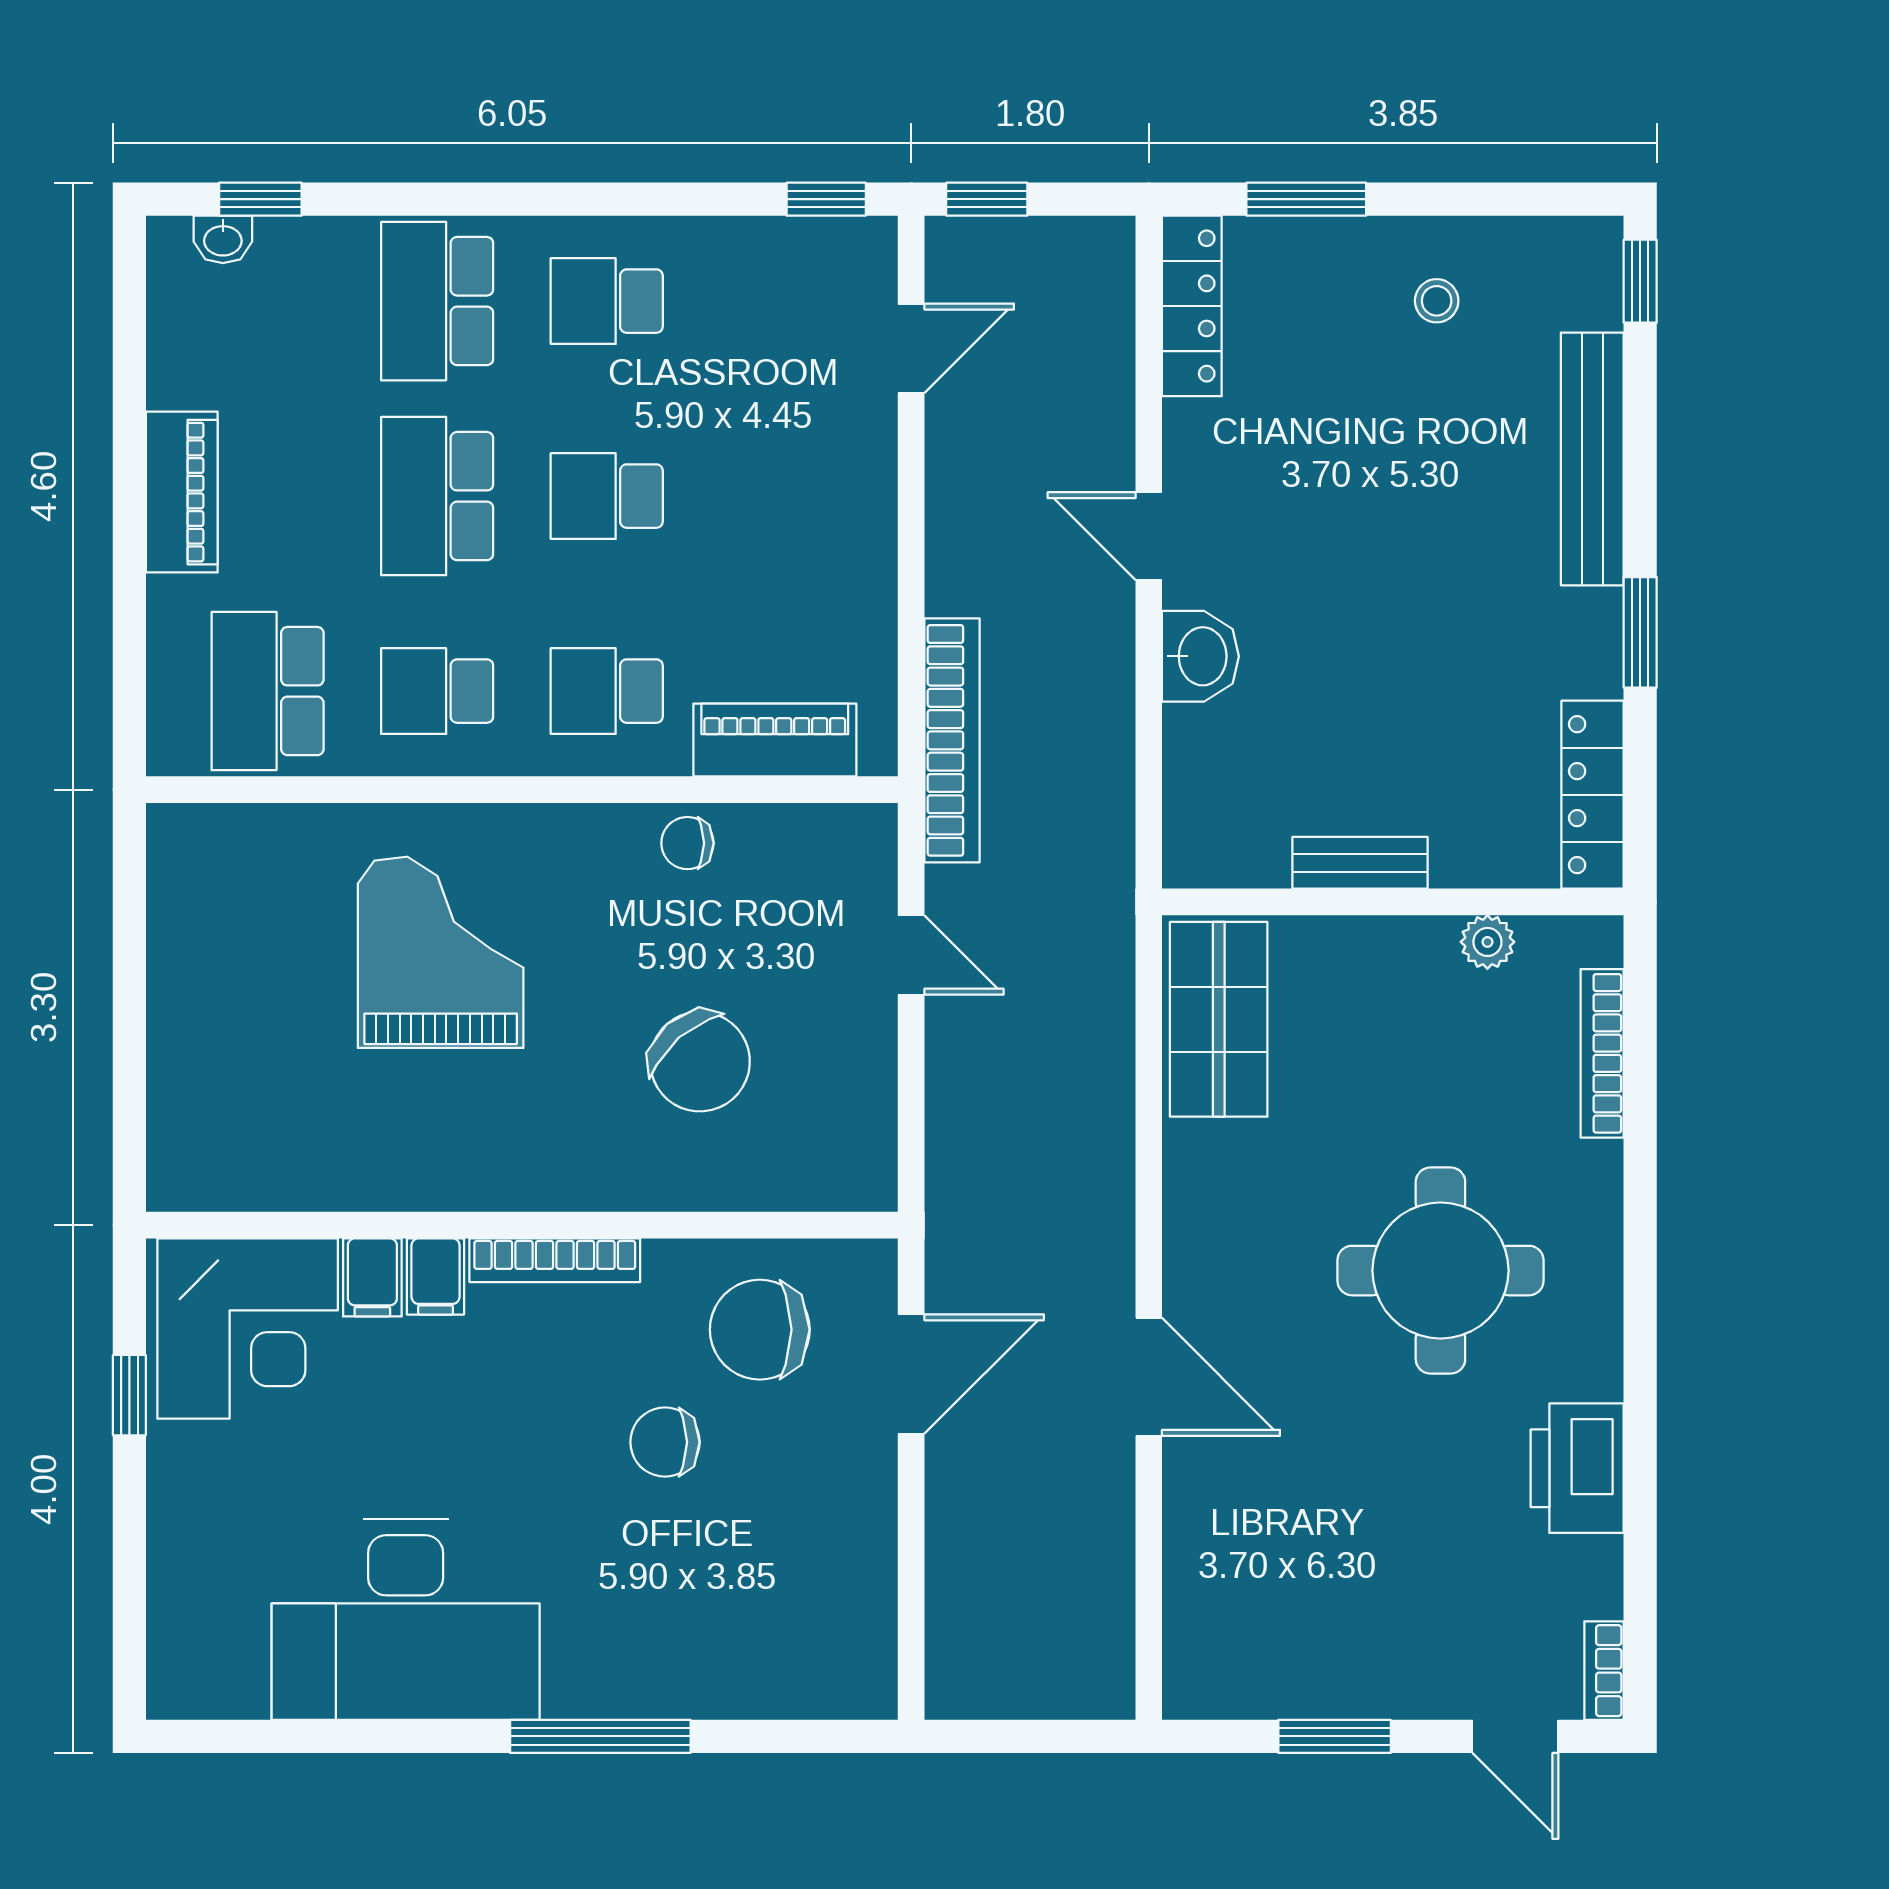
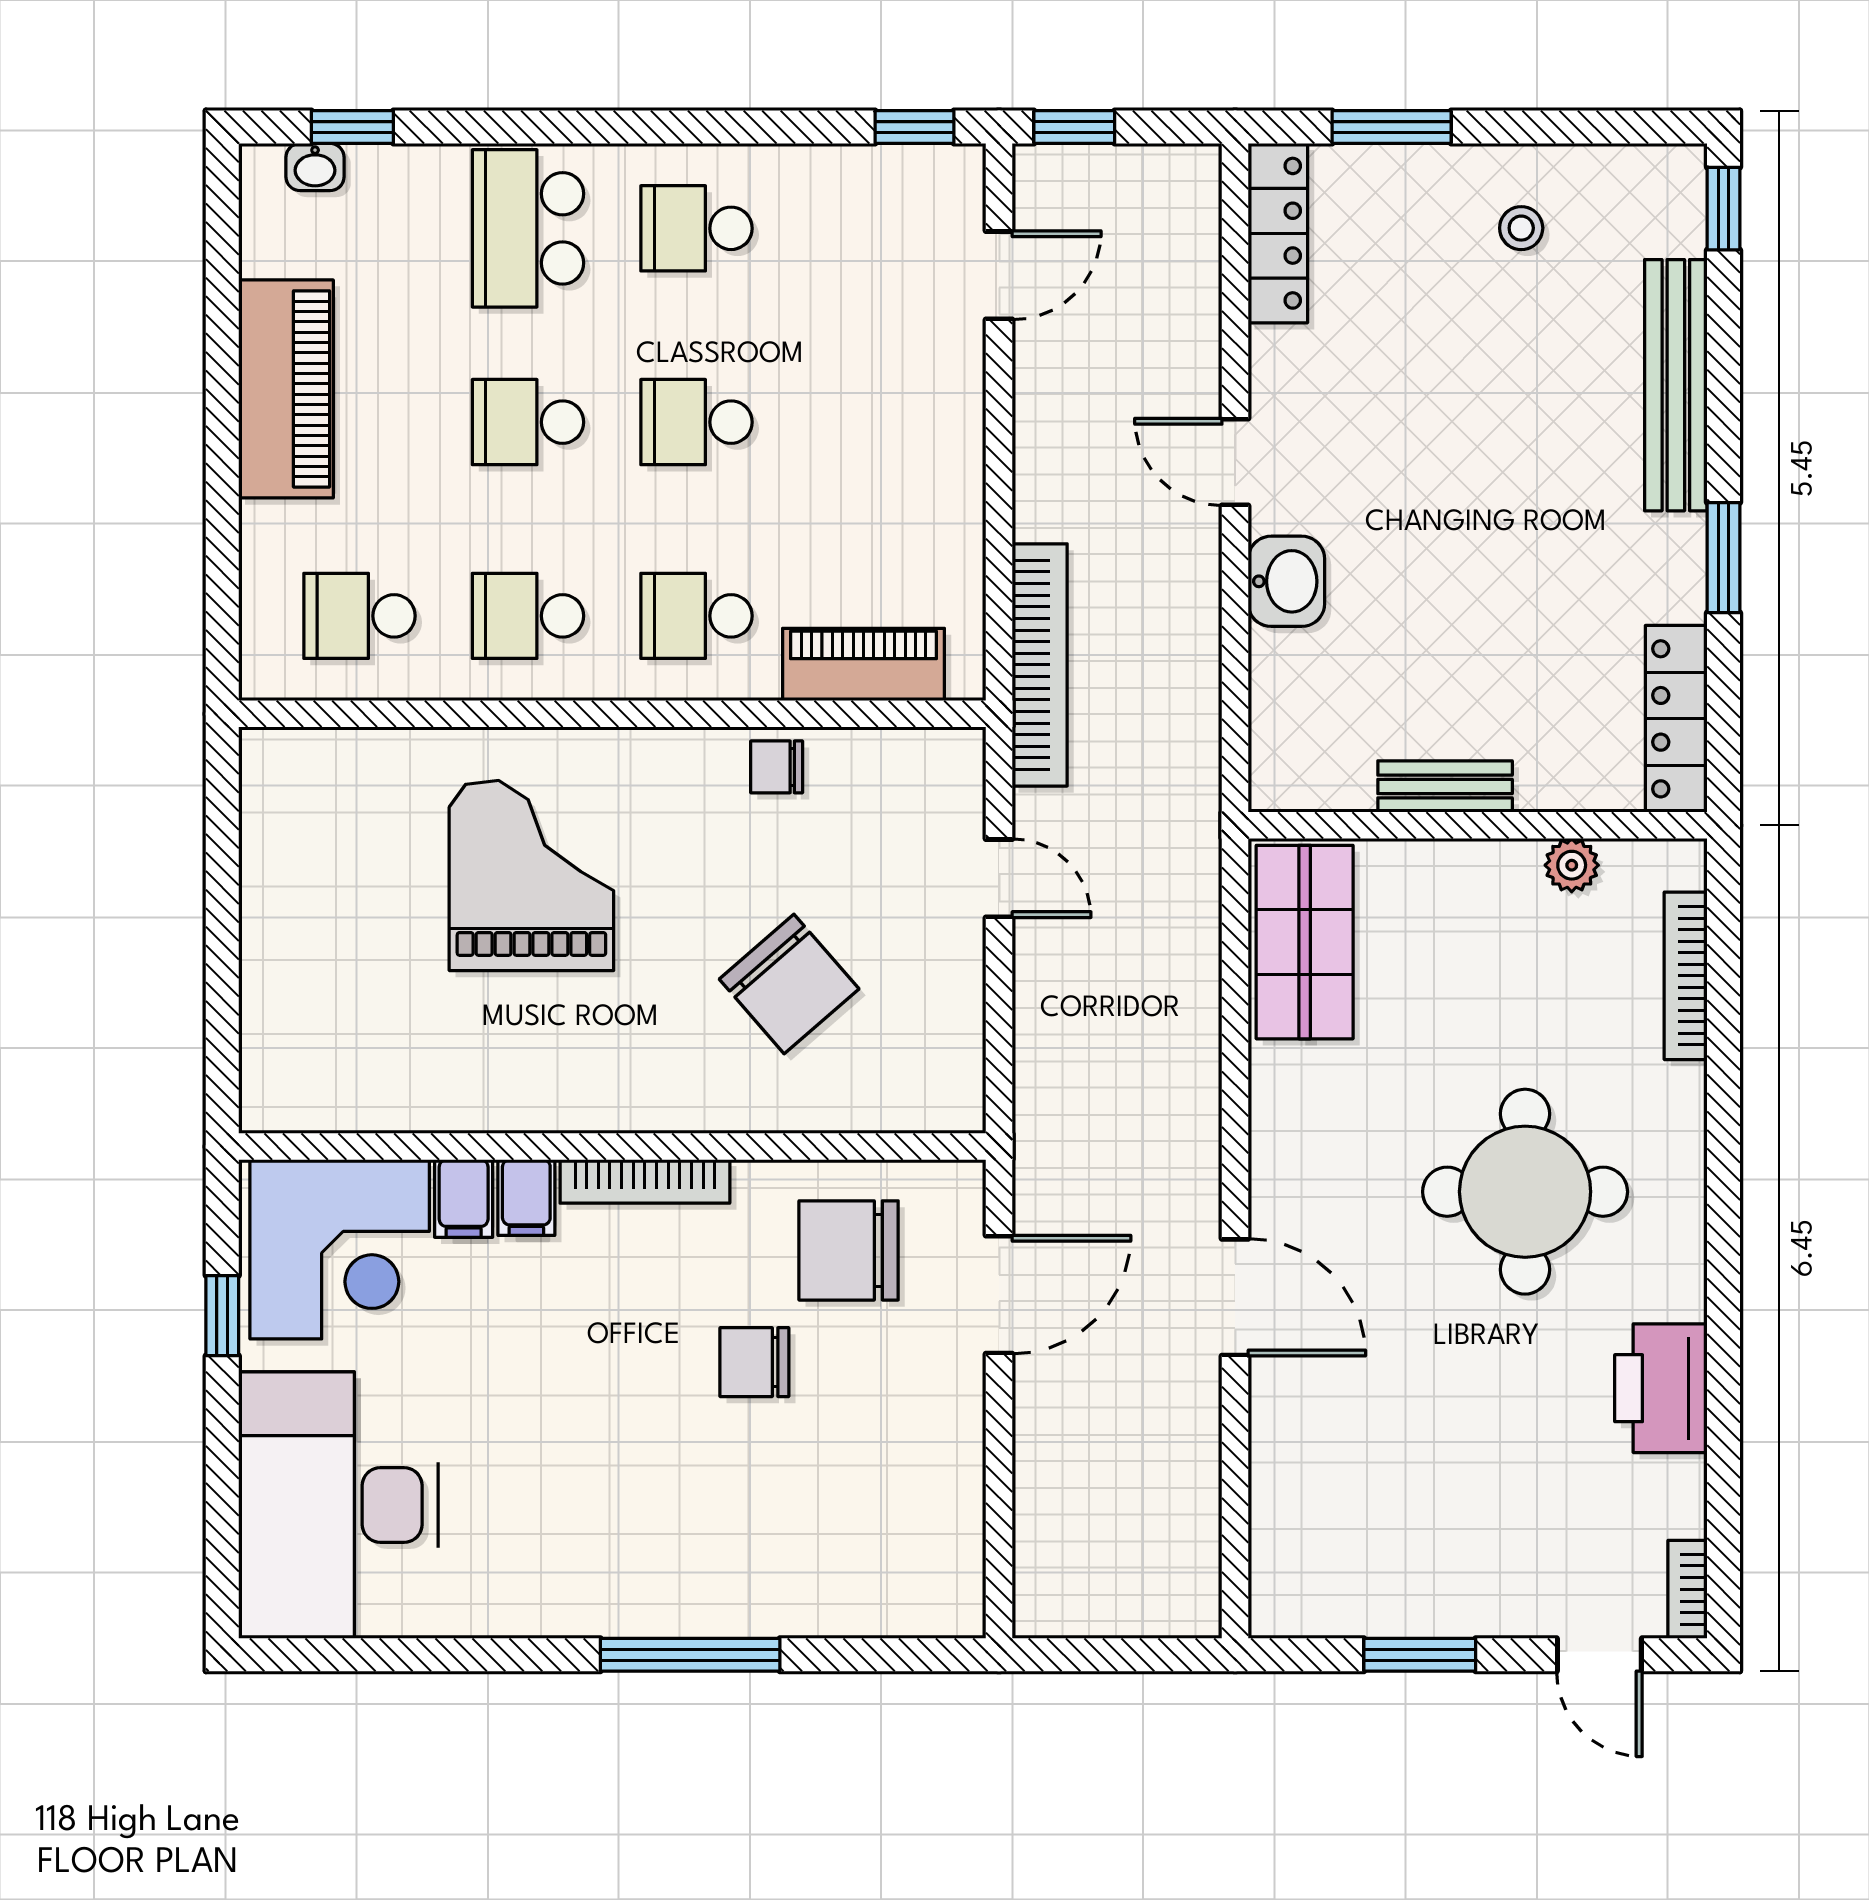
piano: (182, 492) -> (286, 389), width x1.37, depth x1.33
school desk: (437, 496) -> (528, 422), width x0.54
school desk: (268, 691) -> (360, 616), width x0.54
desk: (406, 1620) -> (338, 1505), moved, turned 90

